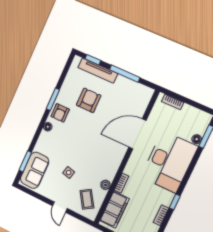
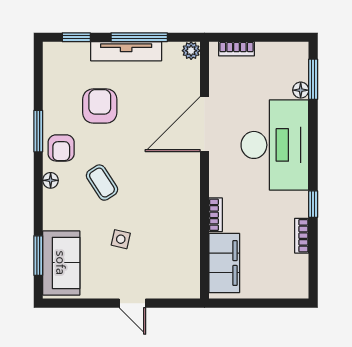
tv unit: (98, 71) -> (126, 51), moved
plant: (105, 185) -> (191, 51), moved
coffee table: (87, 199) -> (102, 183), moved

